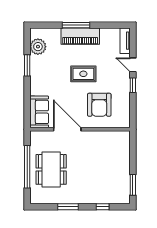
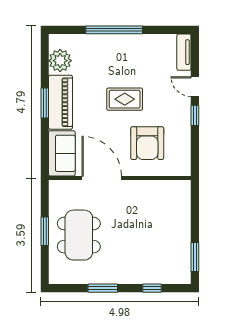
window: (76, 25) -> (114, 30), width x1.46
piano: (80, 36) -> (60, 102), moved, turned -90
window: (27, 65) -> (45, 103), moved
window: (27, 167) -> (45, 231), width x0.47

